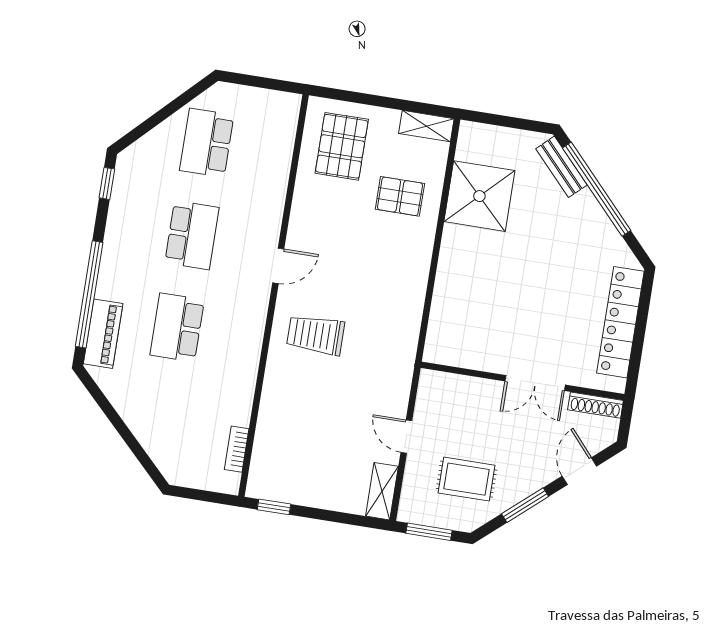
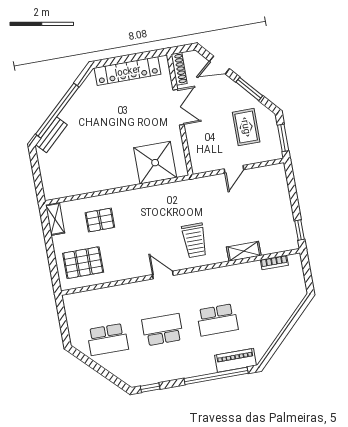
pallet: (400, 196) -> (100, 220), turned 90
shower: (479, 196) -> (155, 163), moved
shelving: (382, 491) -> (244, 251), moved

